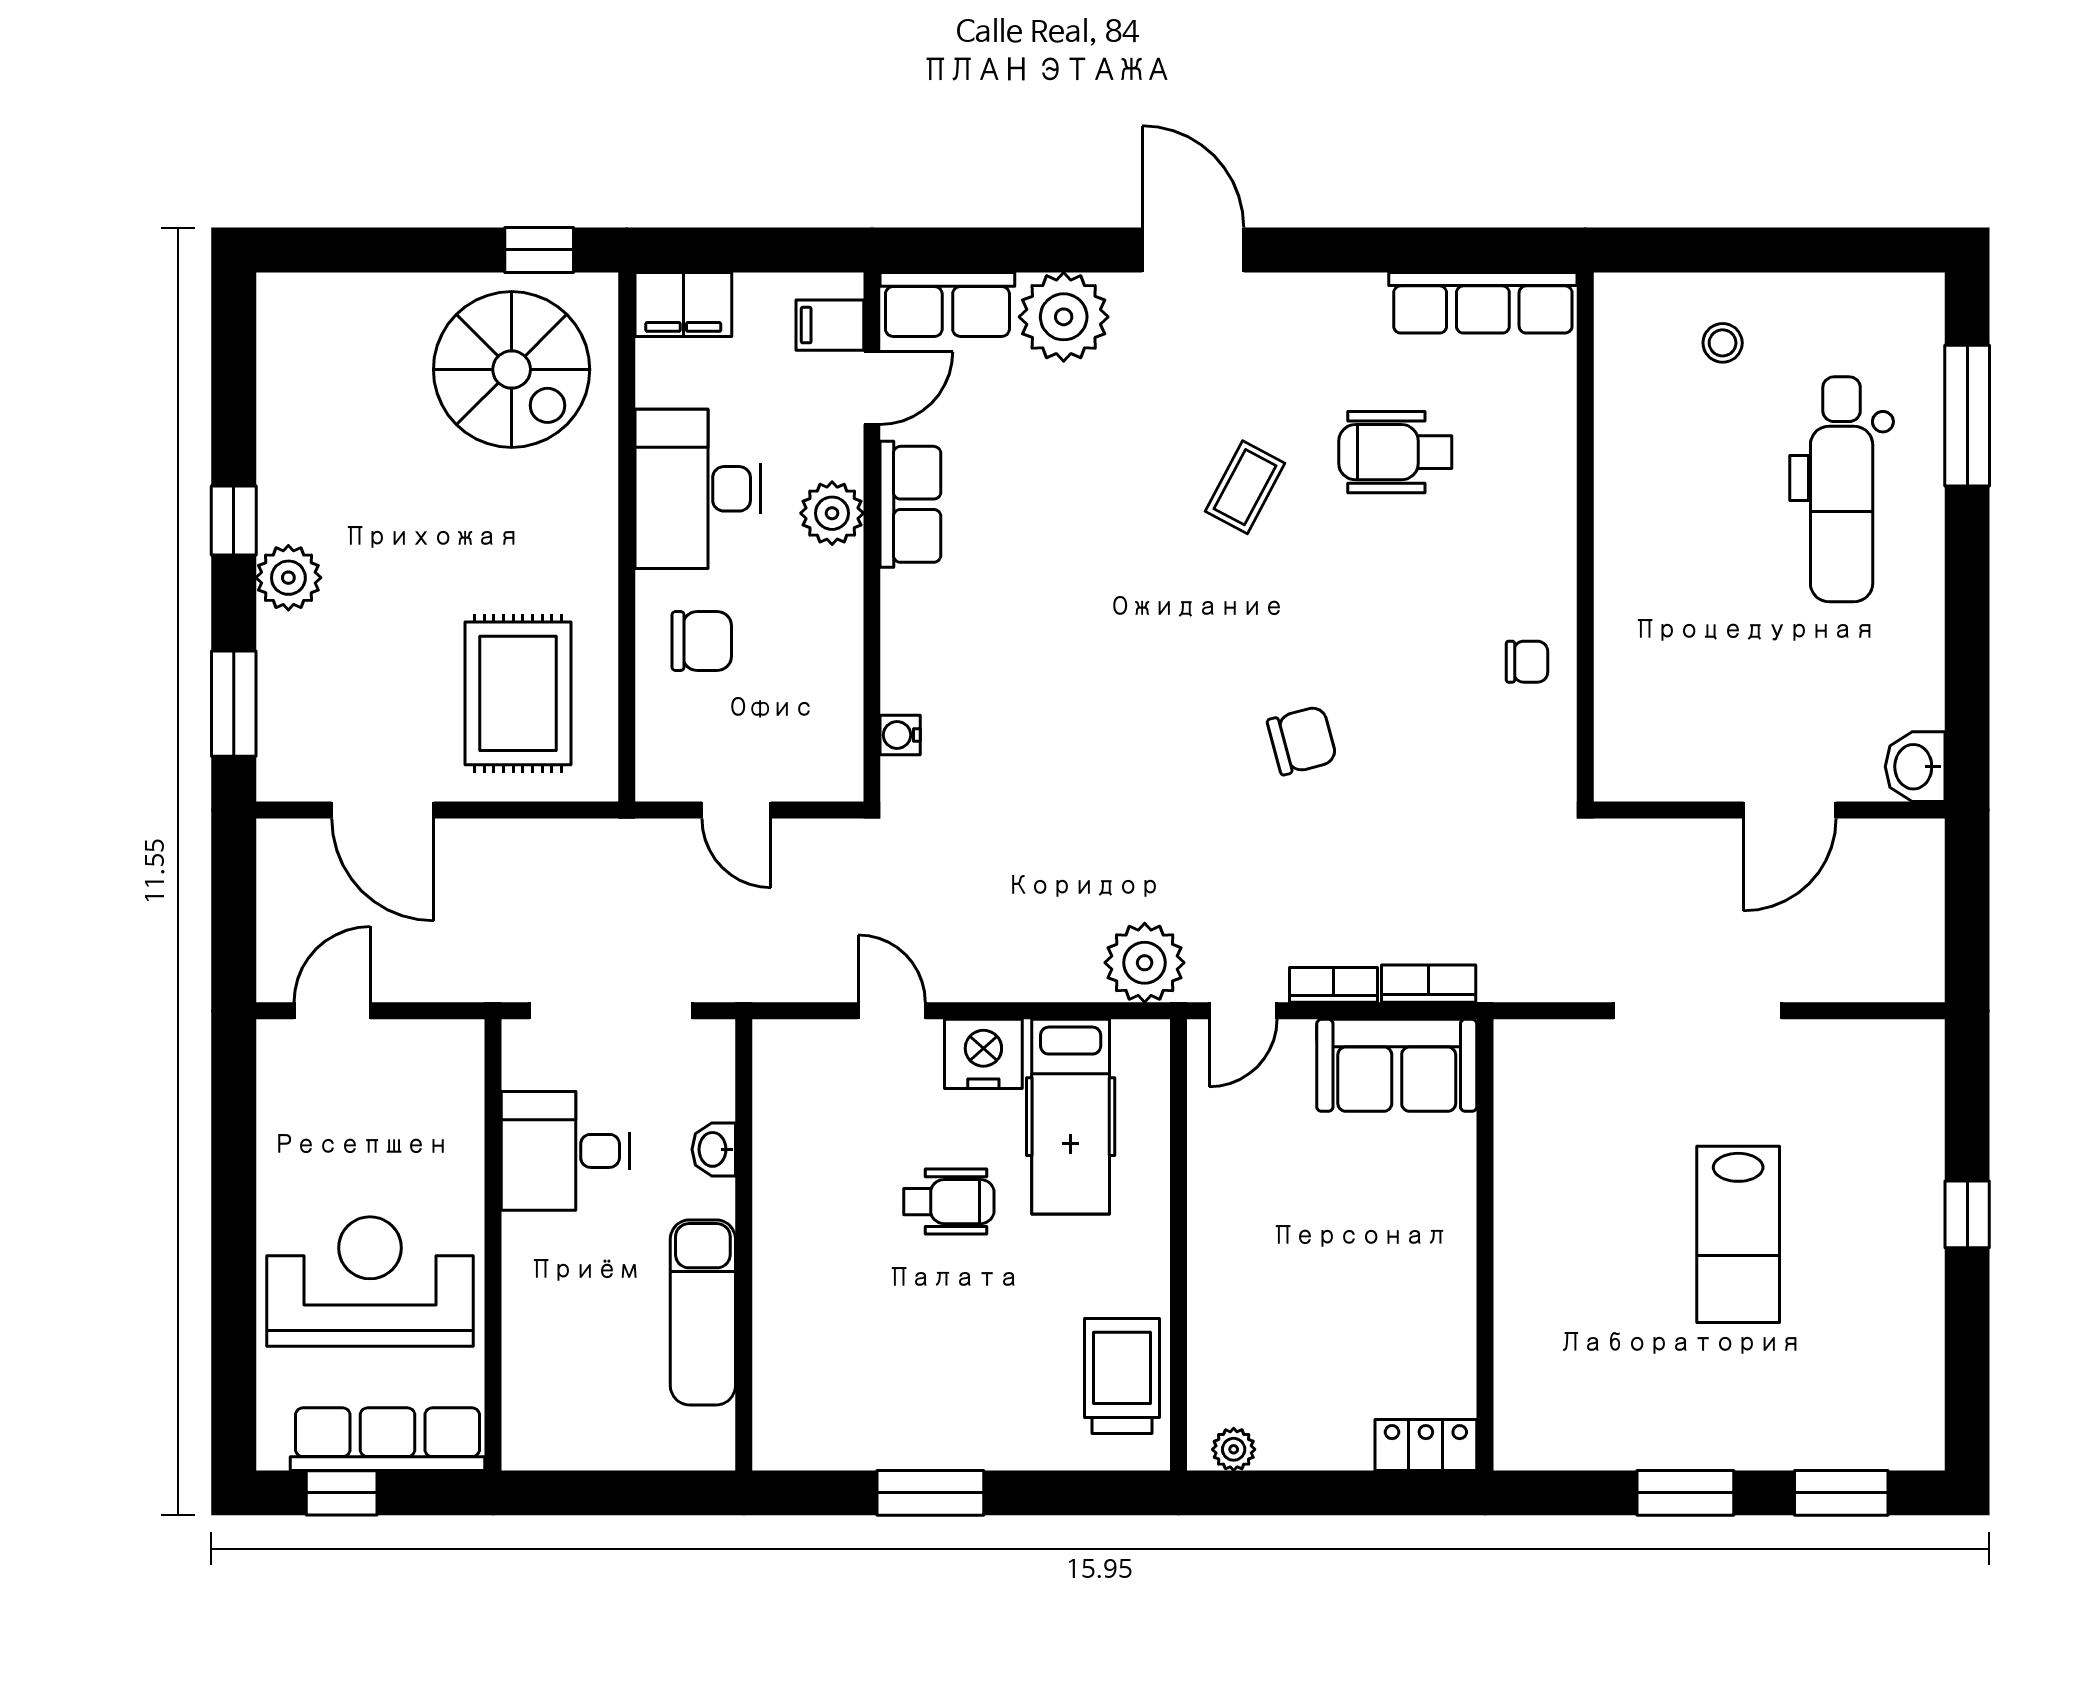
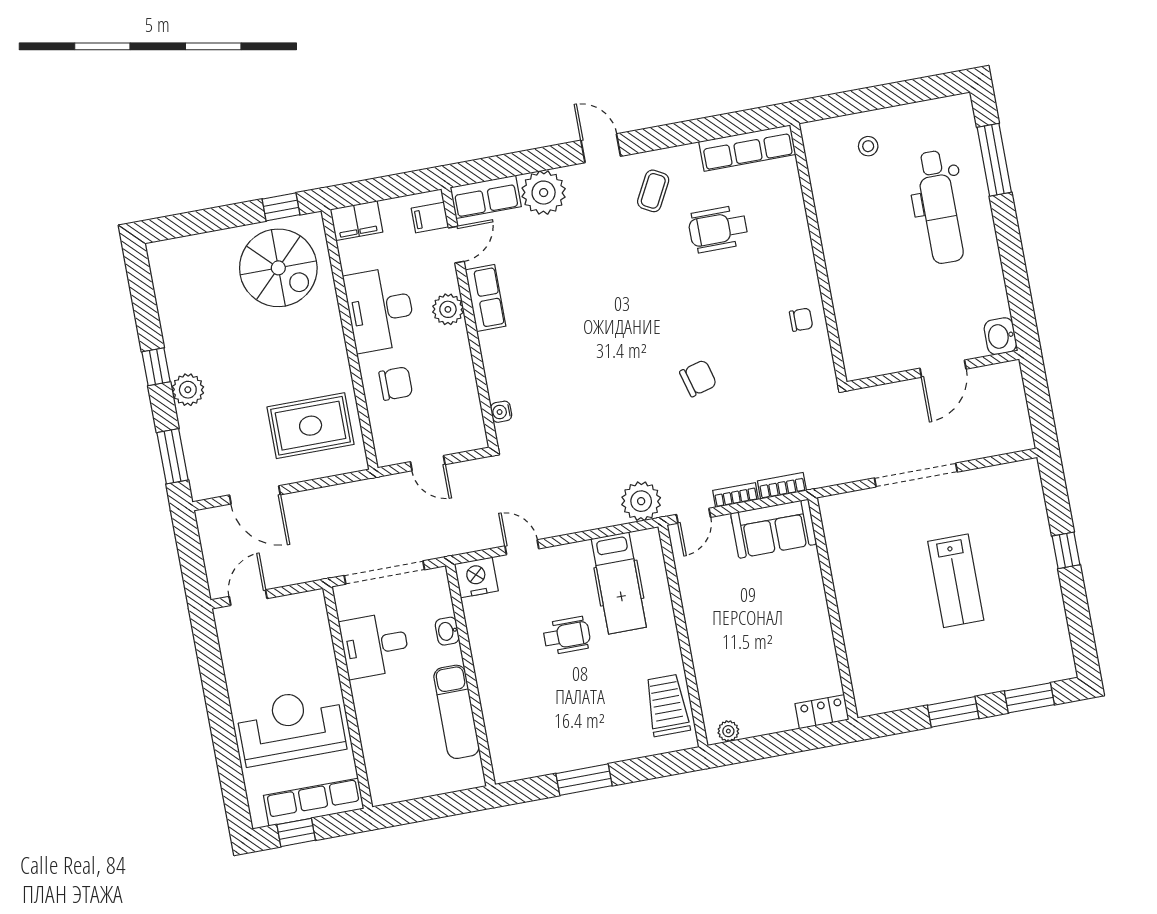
door: (1193, 250) -> (601, 148), width x0.73
coffee table: (1245, 487) -> (653, 191), moved
rug: (518, 693) -> (311, 426), turned 90
nightstand: (983, 1054) -> (476, 577), moved

